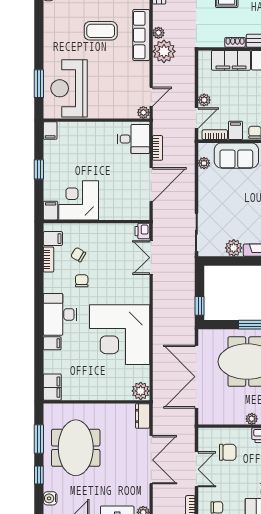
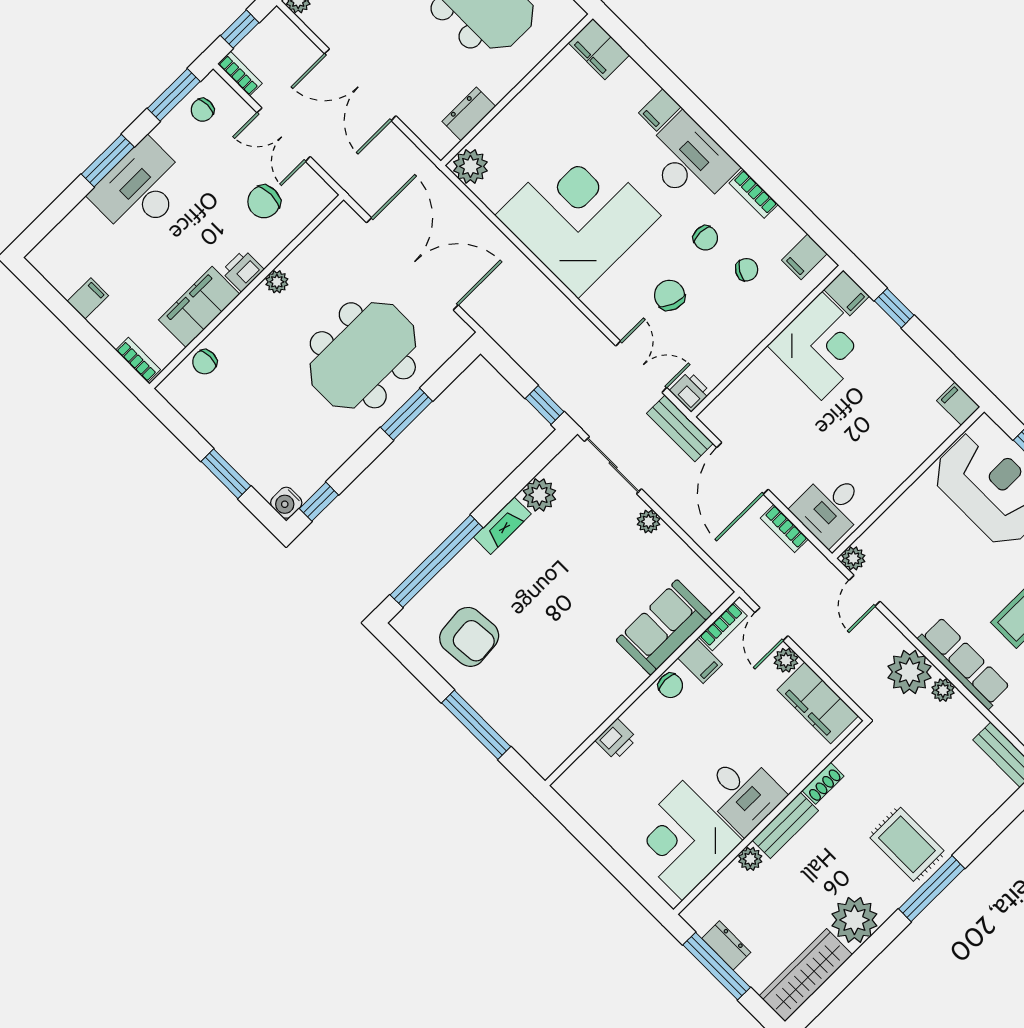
filing cabinet: (231, 60) -> (818, 703), moved, turned -90
plant: (204, 163) -> (648, 522), moved
window: (39, 169) -> (894, 308), moved
bench: (159, 221) -> (680, 428), added
bookcase: (49, 259) -> (754, 194), moved
chair: (115, 273) -> (669, 295), added
window: (200, 306) -> (545, 405), moved
dresser: (143, 416) -> (469, 114), moved, turned -90

